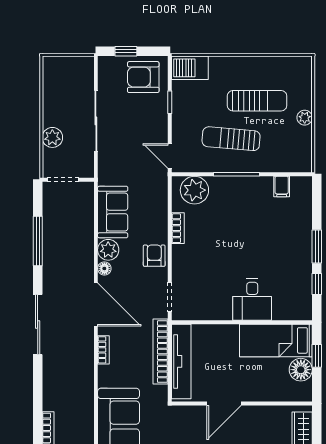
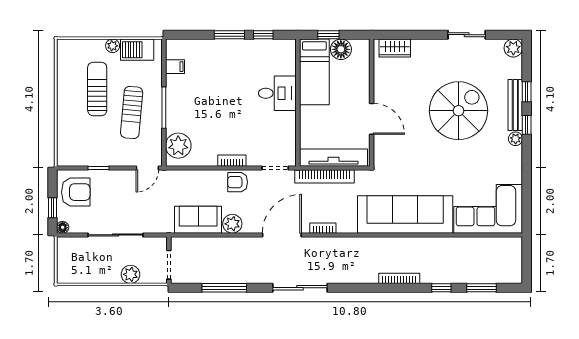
barbecue: (190, 68) -> (137, 50), moved, turned 90
armchair: (143, 77) -> (76, 192), turned -90
bookcase: (178, 228) -> (232, 161), moved
floor lamp: (104, 268) -> (63, 227), moved

